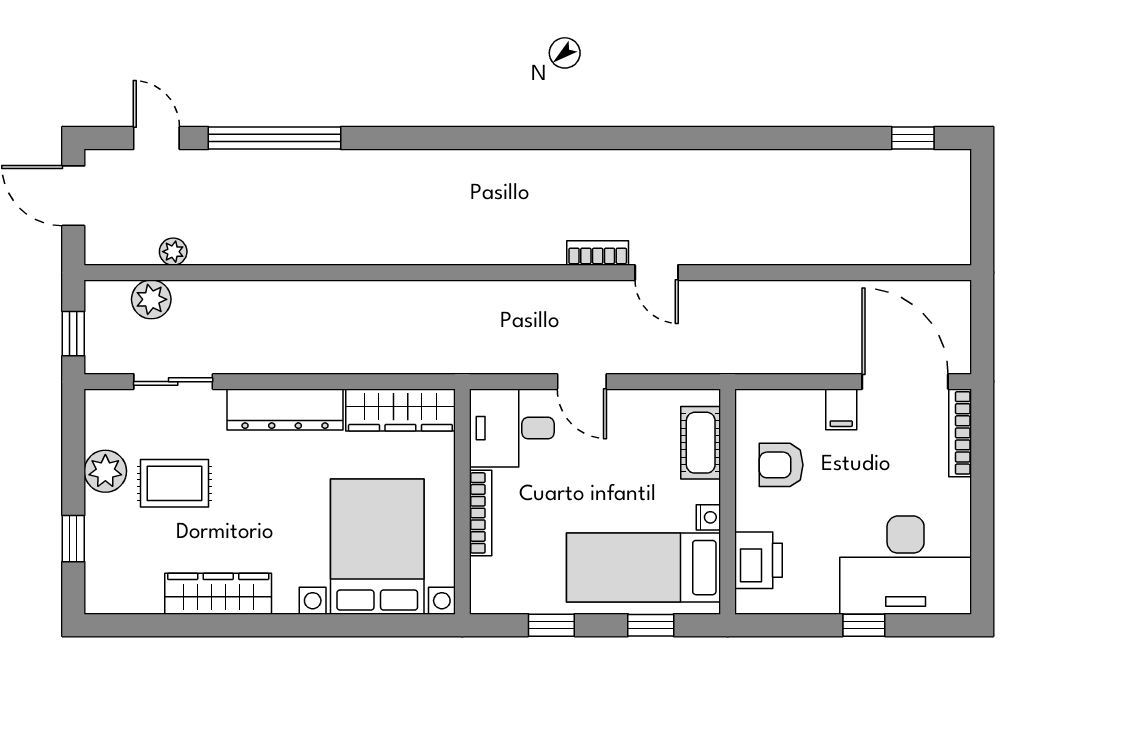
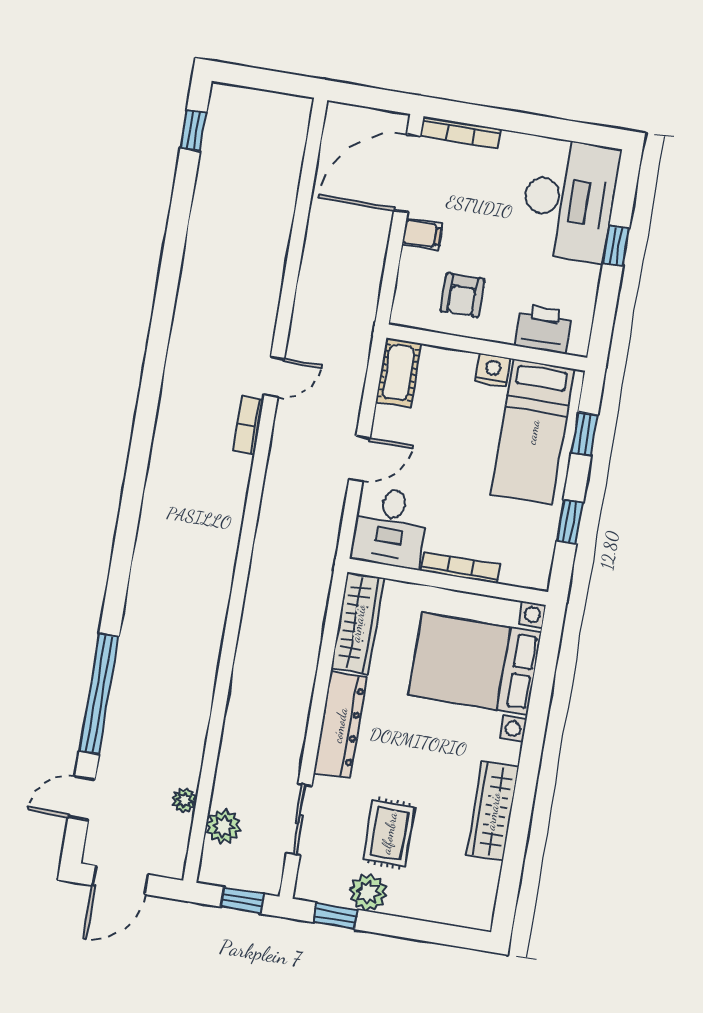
cot: (701, 443) -> (398, 372), moved, turned 90
nightstand: (708, 517) -> (493, 370), width x1.39, depth x1.35
window: (73, 539) -> (336, 916), moved

